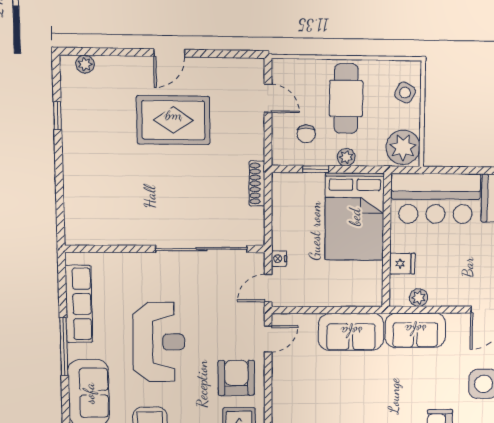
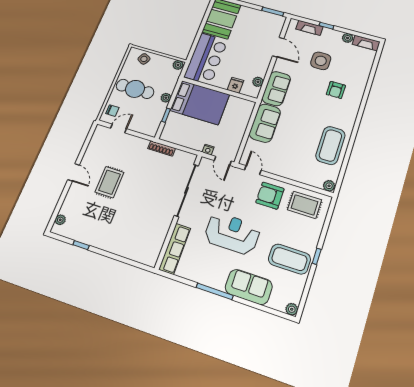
rug: (173, 120) -> (109, 182), width x0.73, depth x0.70
chair: (306, 134) -> (112, 111), moved
plant: (403, 147) -> (178, 65), width x0.53, depth x0.53
row of seats: (79, 304) -> (175, 249), moved, turned 90

